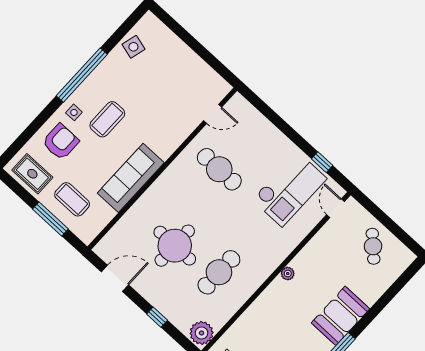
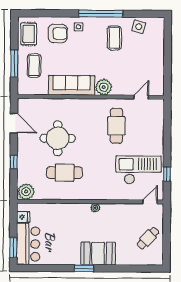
door: (213, 114) -> (141, 97), swing flipped
coffee table: (107, 119) -> (114, 38), moved, turned 90
plant: (165, 145) -> (104, 87), added
checkout: (289, 189) -> (138, 170), turned 180

